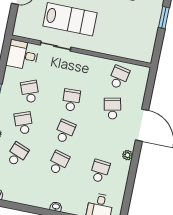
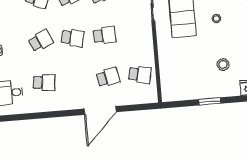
plant: (127, 155) -> (67, 105), removed
school desk: (58, 163) -> (41, 41), turned -39

